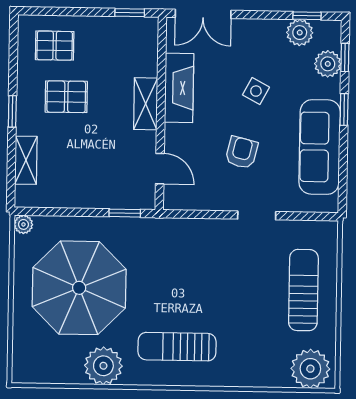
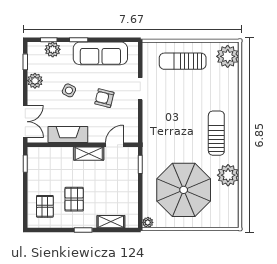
plant: (300, 33) -> (35, 81), moved
shelving: (146, 104) -> (89, 154), moved
sun lounger: (177, 347) -> (216, 133), turned 180

